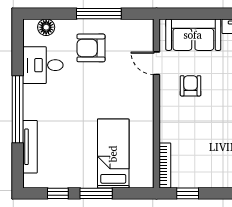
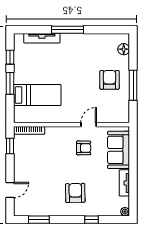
door: (156, 63) -> (89, 125), moved
desk: (43, 65) -> (98, 47), removed
window: (18, 109) -> (68, 30), width x0.68

